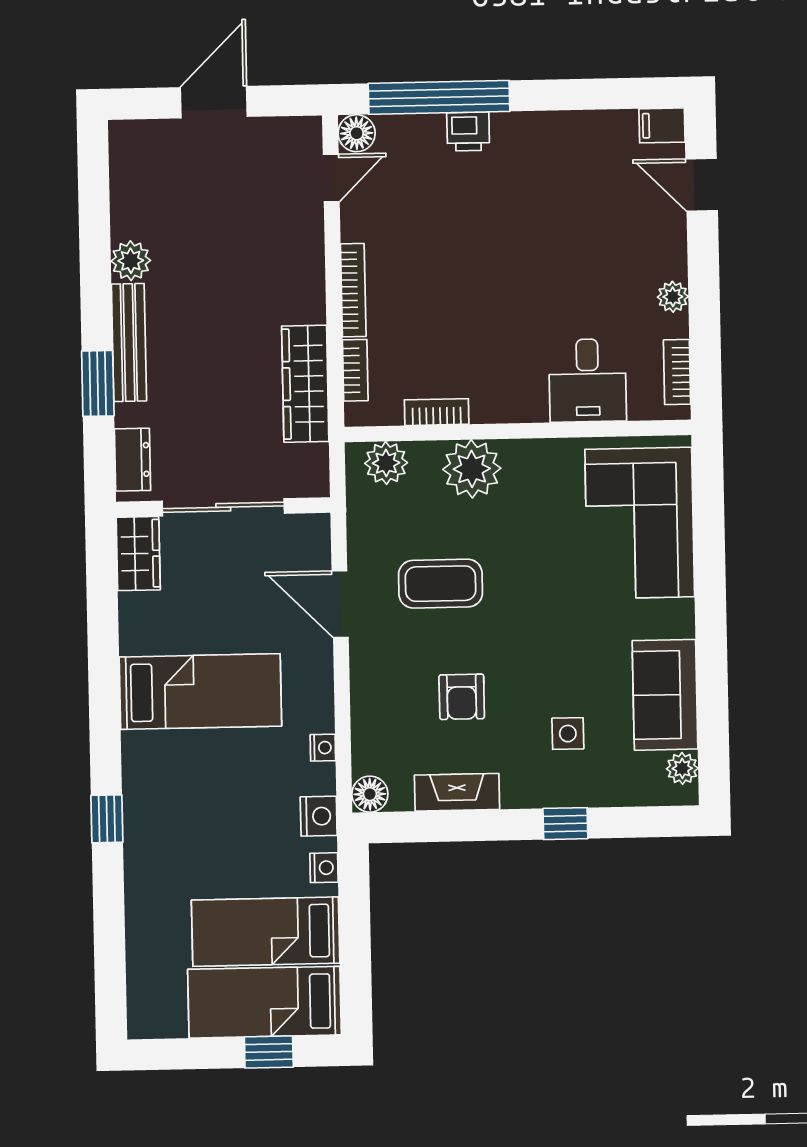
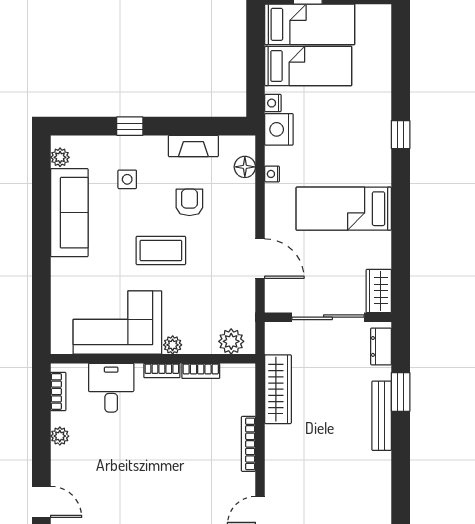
plant: (131, 261) -> (380, 464), removed
bookcase: (355, 370) -> (162, 371), moved, turned -90
plant: (472, 469) -> (173, 345), width x0.53, depth x0.53
corner sofa: (640, 523) -> (117, 323), moved, turned -90
coffee table: (441, 584) -> (161, 250), moved
sofa: (665, 695) -> (69, 213), width x1.36
floor lamp: (370, 794) -> (245, 167), moved
nightstand: (319, 816) -> (279, 129), width x1.36, depth x1.33

